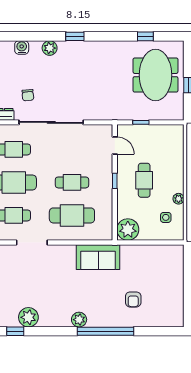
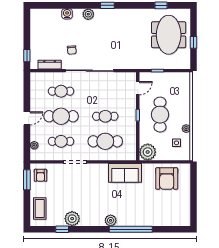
door: (115, 145) -> (138, 88), hinge flipped
cafe table: (144, 180) -> (160, 115), width x1.37, depth x1.35
armchair: (133, 299) -> (167, 179), moved, width x1.88, depth x1.88

